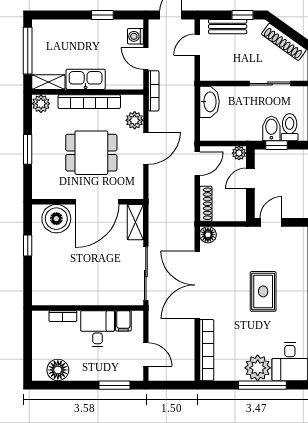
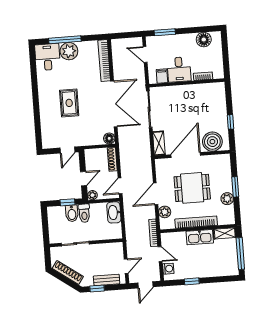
washbasin: (209, 102) -> (114, 212), moved
plant: (41, 104) -> (227, 199), moved
toilet: (290, 127) -> (84, 213), moved

